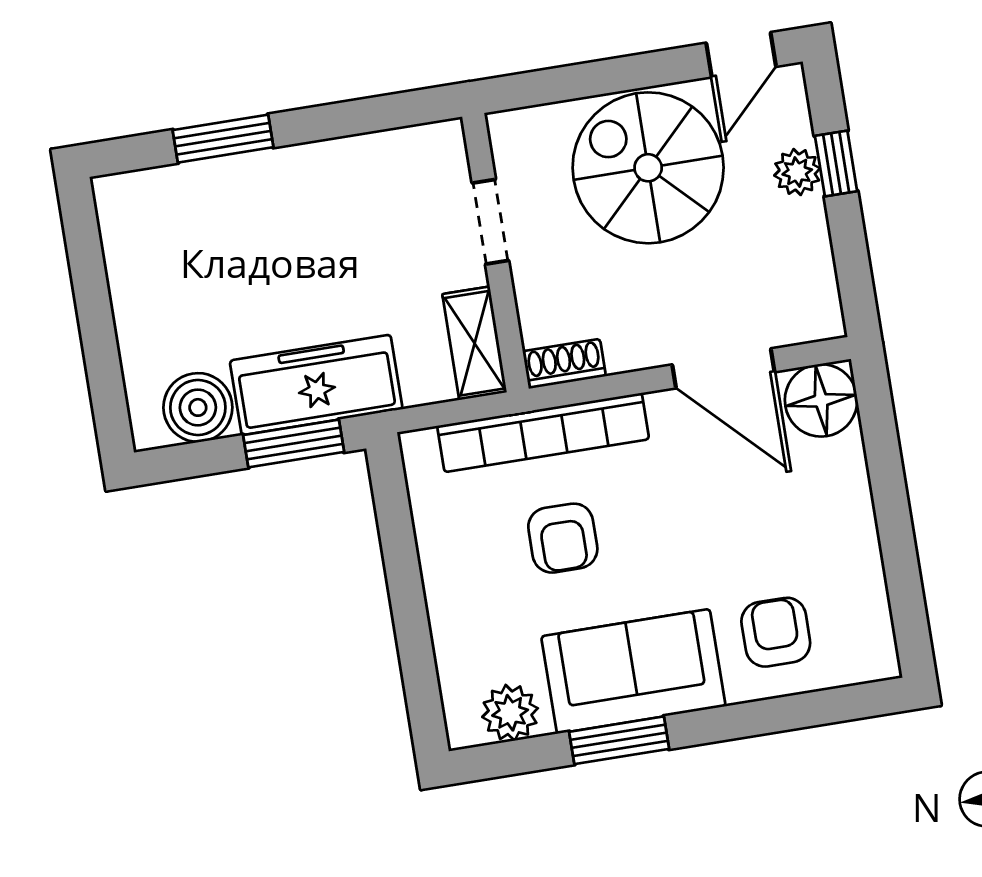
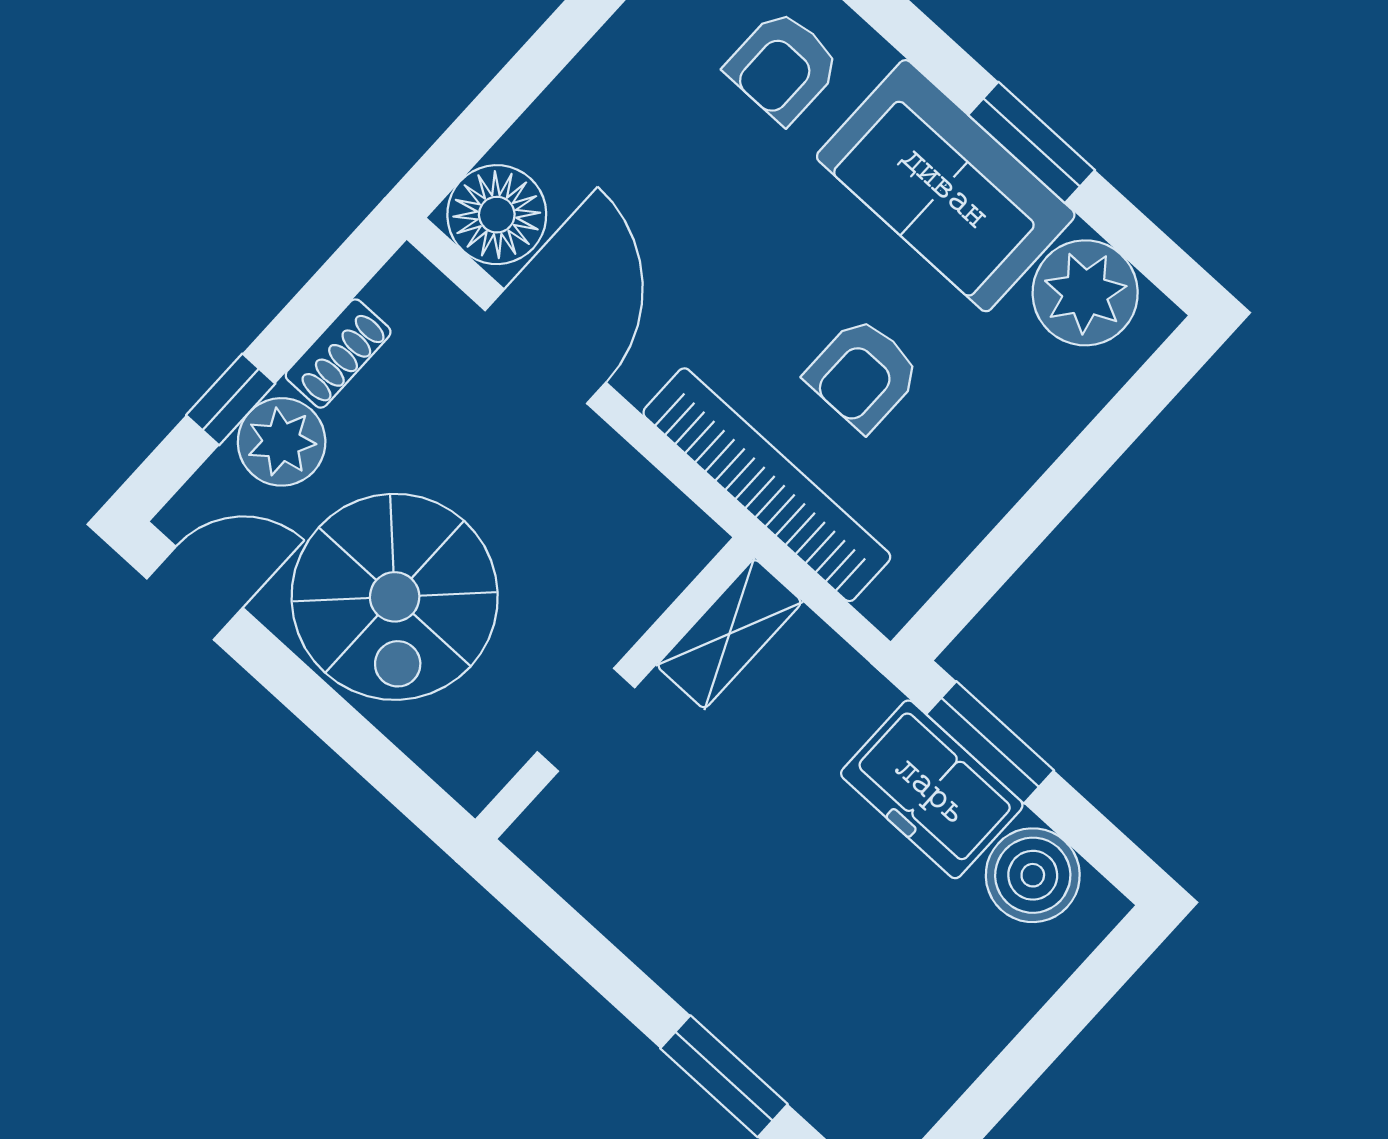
plant: (797, 172) -> (282, 442), width x1.38, depth x1.38
shoe rack: (564, 364) -> (338, 354), moved, turned -90
freezer: (316, 385) -> (932, 789), width x0.71
armchair: (563, 538) -> (863, 374), turned 180
plant: (510, 713) -> (1085, 293), width x1.36, depth x1.36

